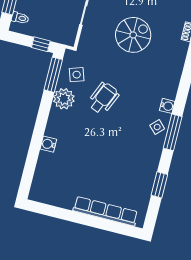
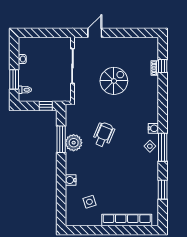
window: (53, 75) -> (61, 139), moved
side table: (77, 75) -> (89, 202), moved

